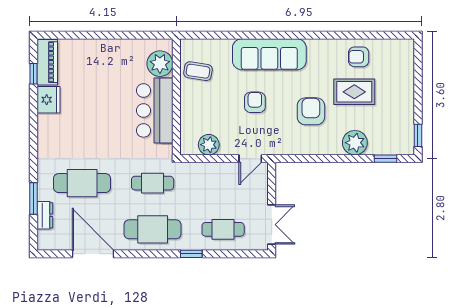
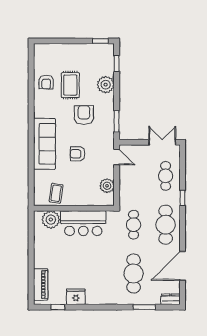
piano: (47, 62) -> (41, 285), moved, turned 90
armchair: (311, 111) -> (84, 115), turned 90
window: (302, 159) -> (117, 121), added
dresser: (45, 215) -> (171, 299), moved

